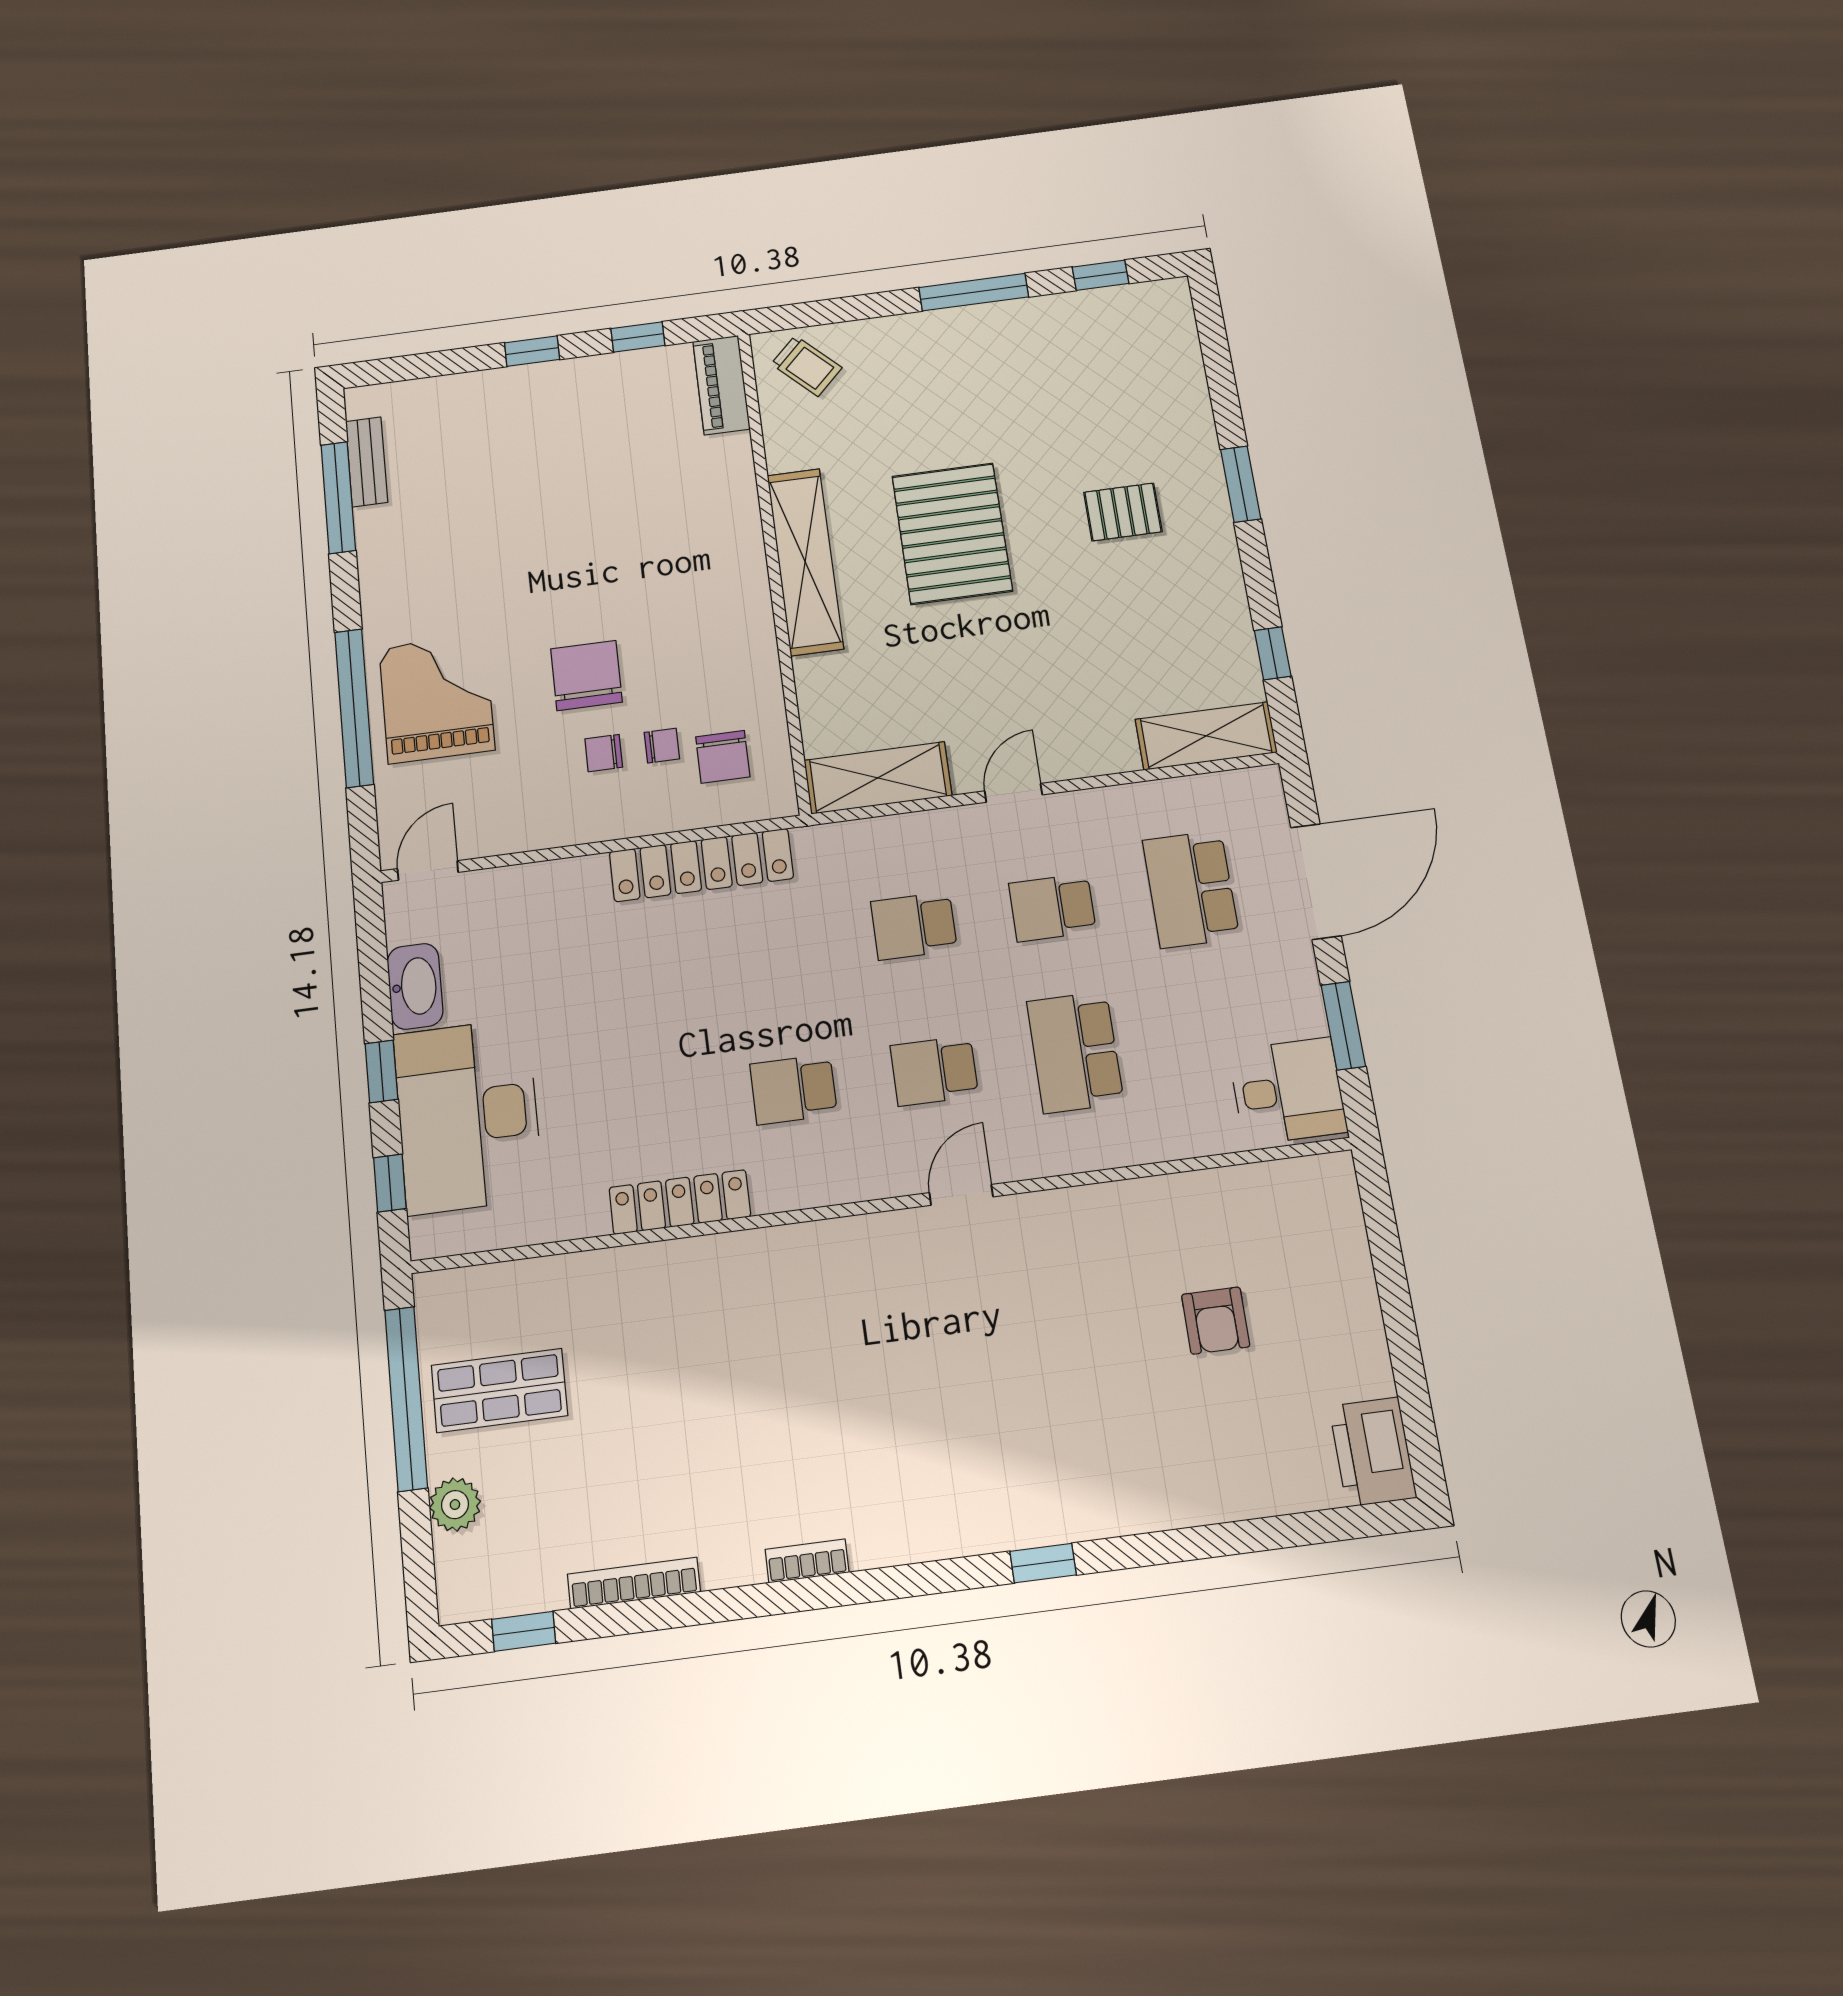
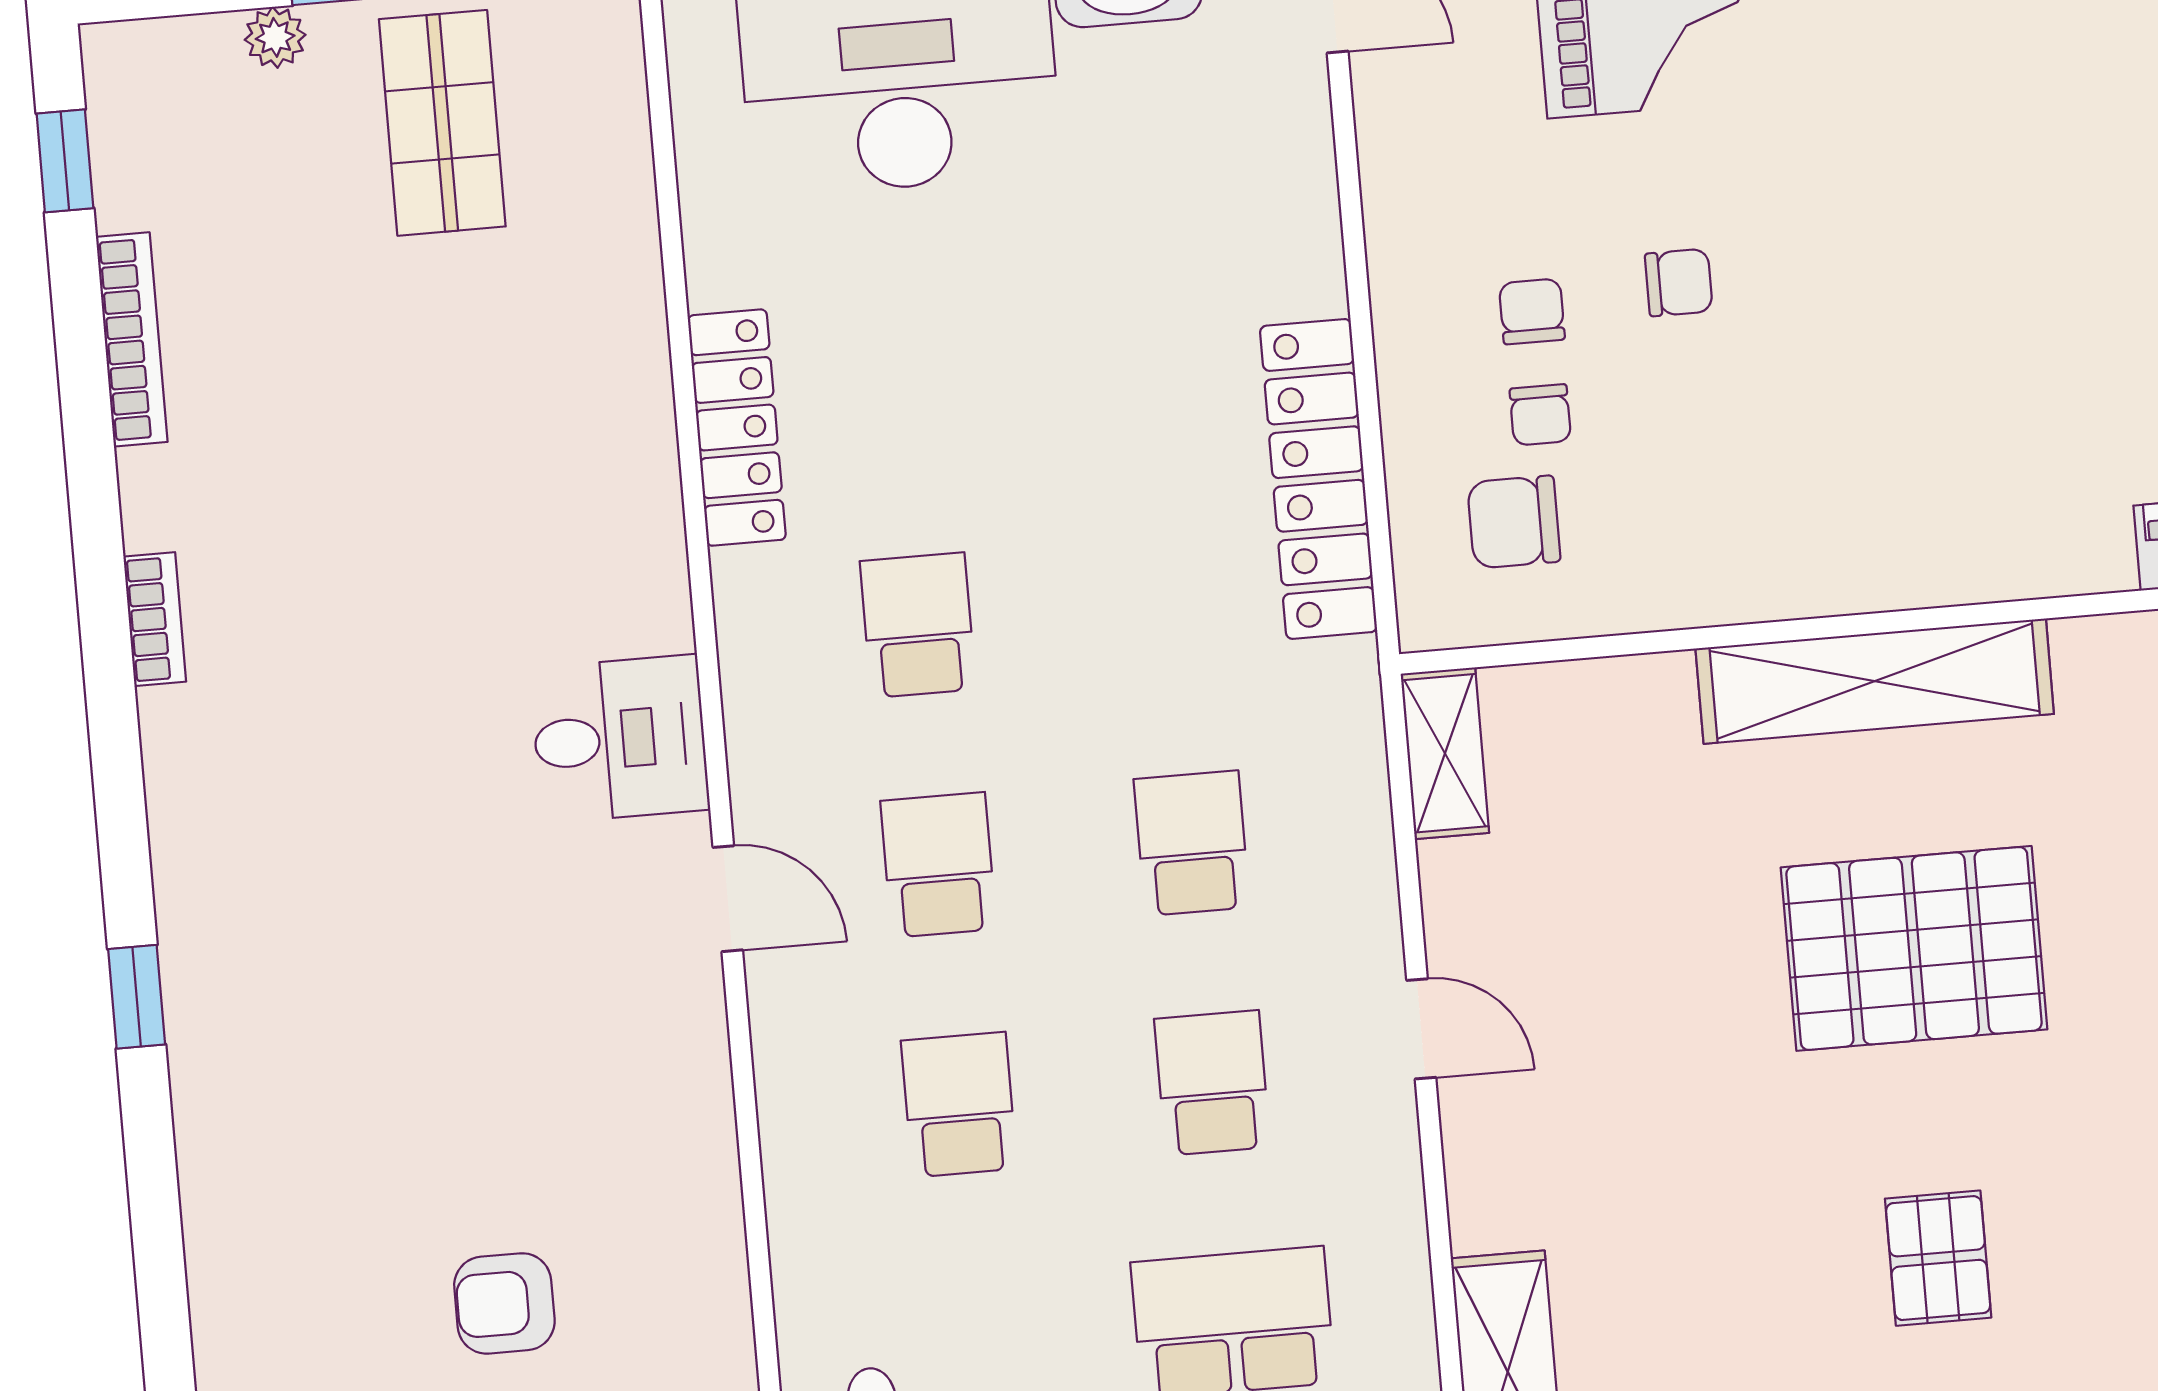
chair: (586, 675) -> (1679, 282), width x0.54, depth x0.54
shelving: (878, 778) -> (1445, 753), width x0.67, depth x0.75
school desk: (1075, 1052) -> (959, 1105), width x0.54
desk: (868, 1265) -> (620, 739), added
plant: (455, 1505) -> (275, 37), width x0.73, depth x0.73

